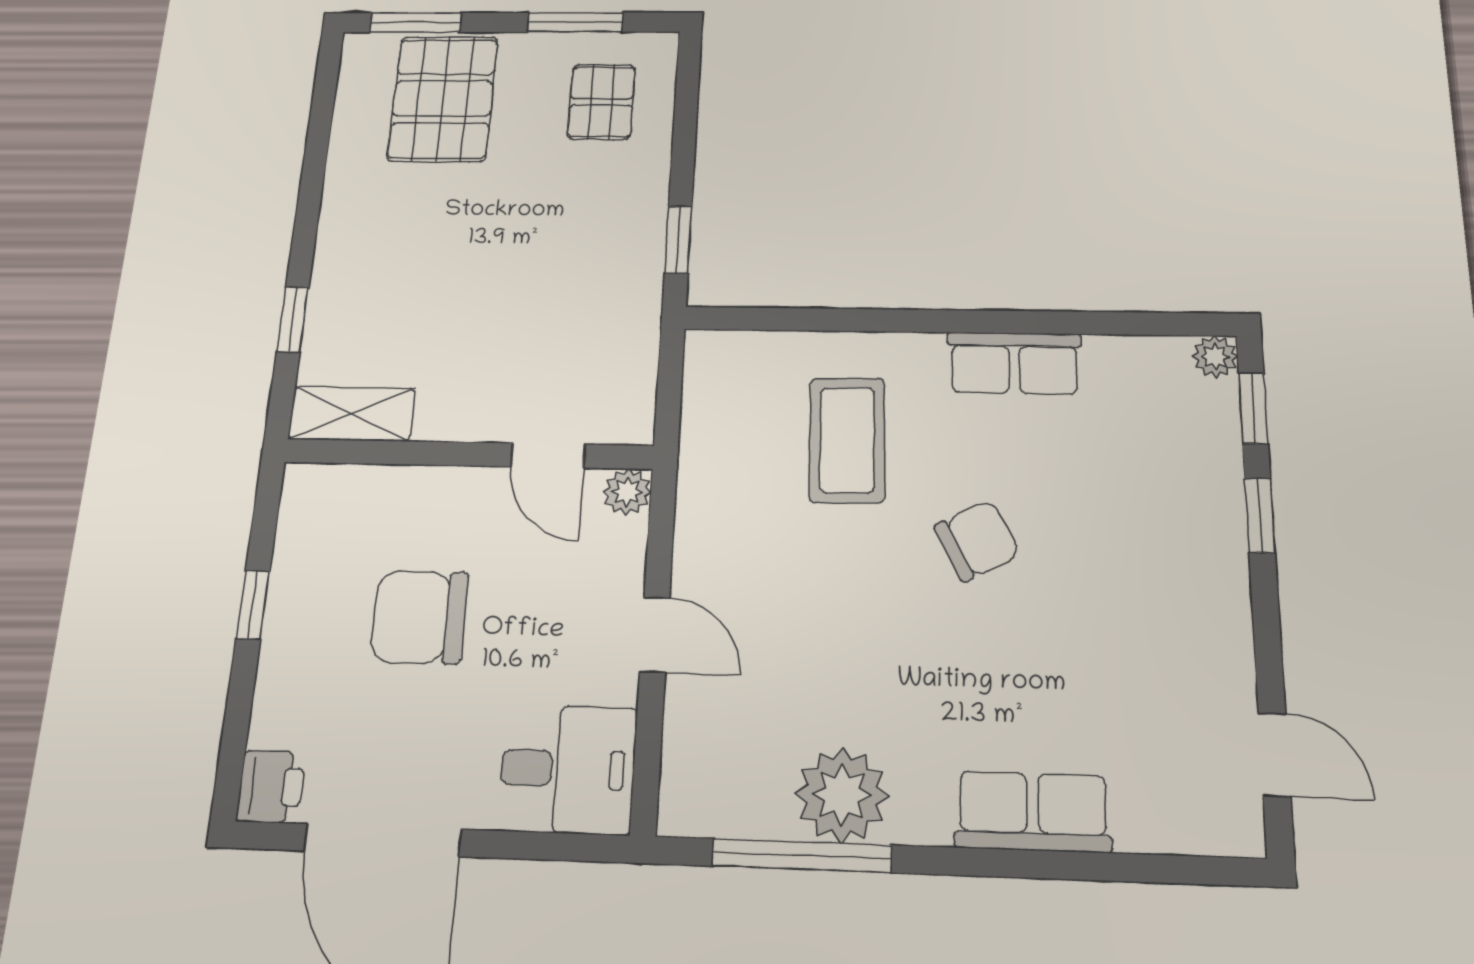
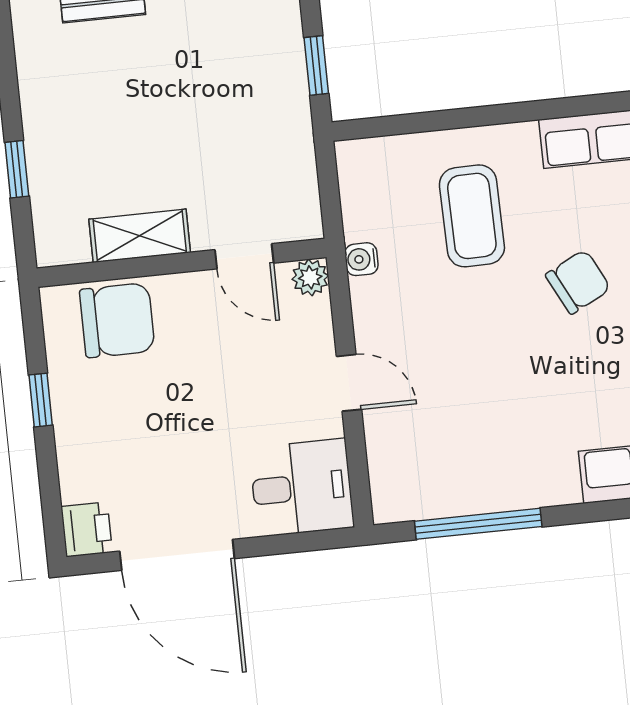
shelving: (352, 414) -> (140, 236), moved
water cooler: (697, 477) -> (361, 259), added
chair: (419, 617) -> (117, 320), moved, turned 180
plant: (842, 795) -> (501, 479), removed

